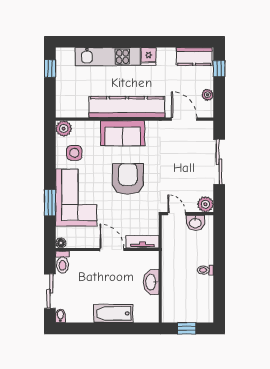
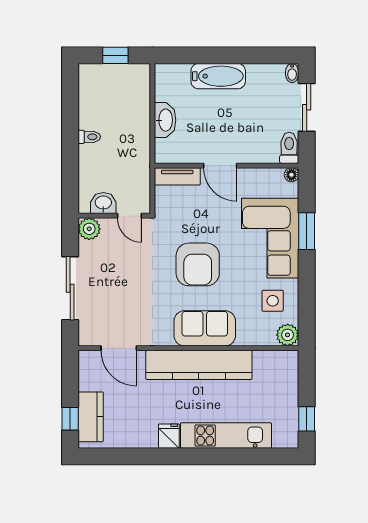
kitchen counter: (194, 56) -> (91, 417), moved, turned 90
plant: (208, 95) -> (86, 382), removed

